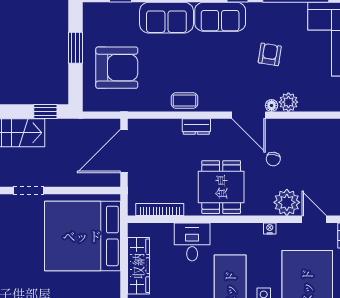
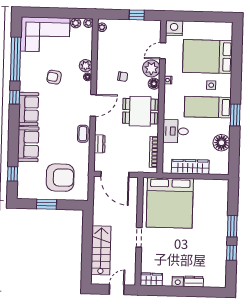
armchair: (117, 68) -> (60, 178), turned 90
window: (45, 112) -> (88, 225), removed
door: (249, 115) -> (93, 105), moved
dresser: (196, 127) -> (100, 144), moved
floor lamp: (264, 207) -> (154, 84), added

